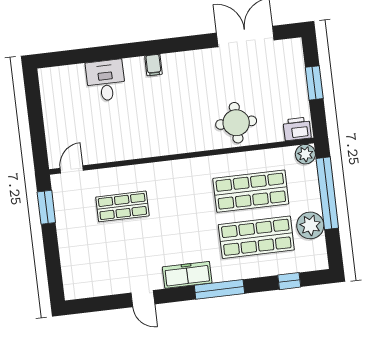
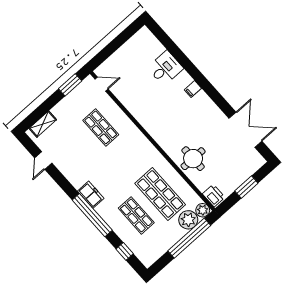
plant: (310, 225) -> (188, 220), moved
shop shelf: (256, 237) -> (136, 215), width x0.70, depth x0.74
shelving: (70, 272) -> (43, 124), added
freezer: (187, 275) -> (91, 195), width x0.71
window: (219, 289) -> (92, 215), width x1.46
door: (143, 299) -> (43, 160), moved

